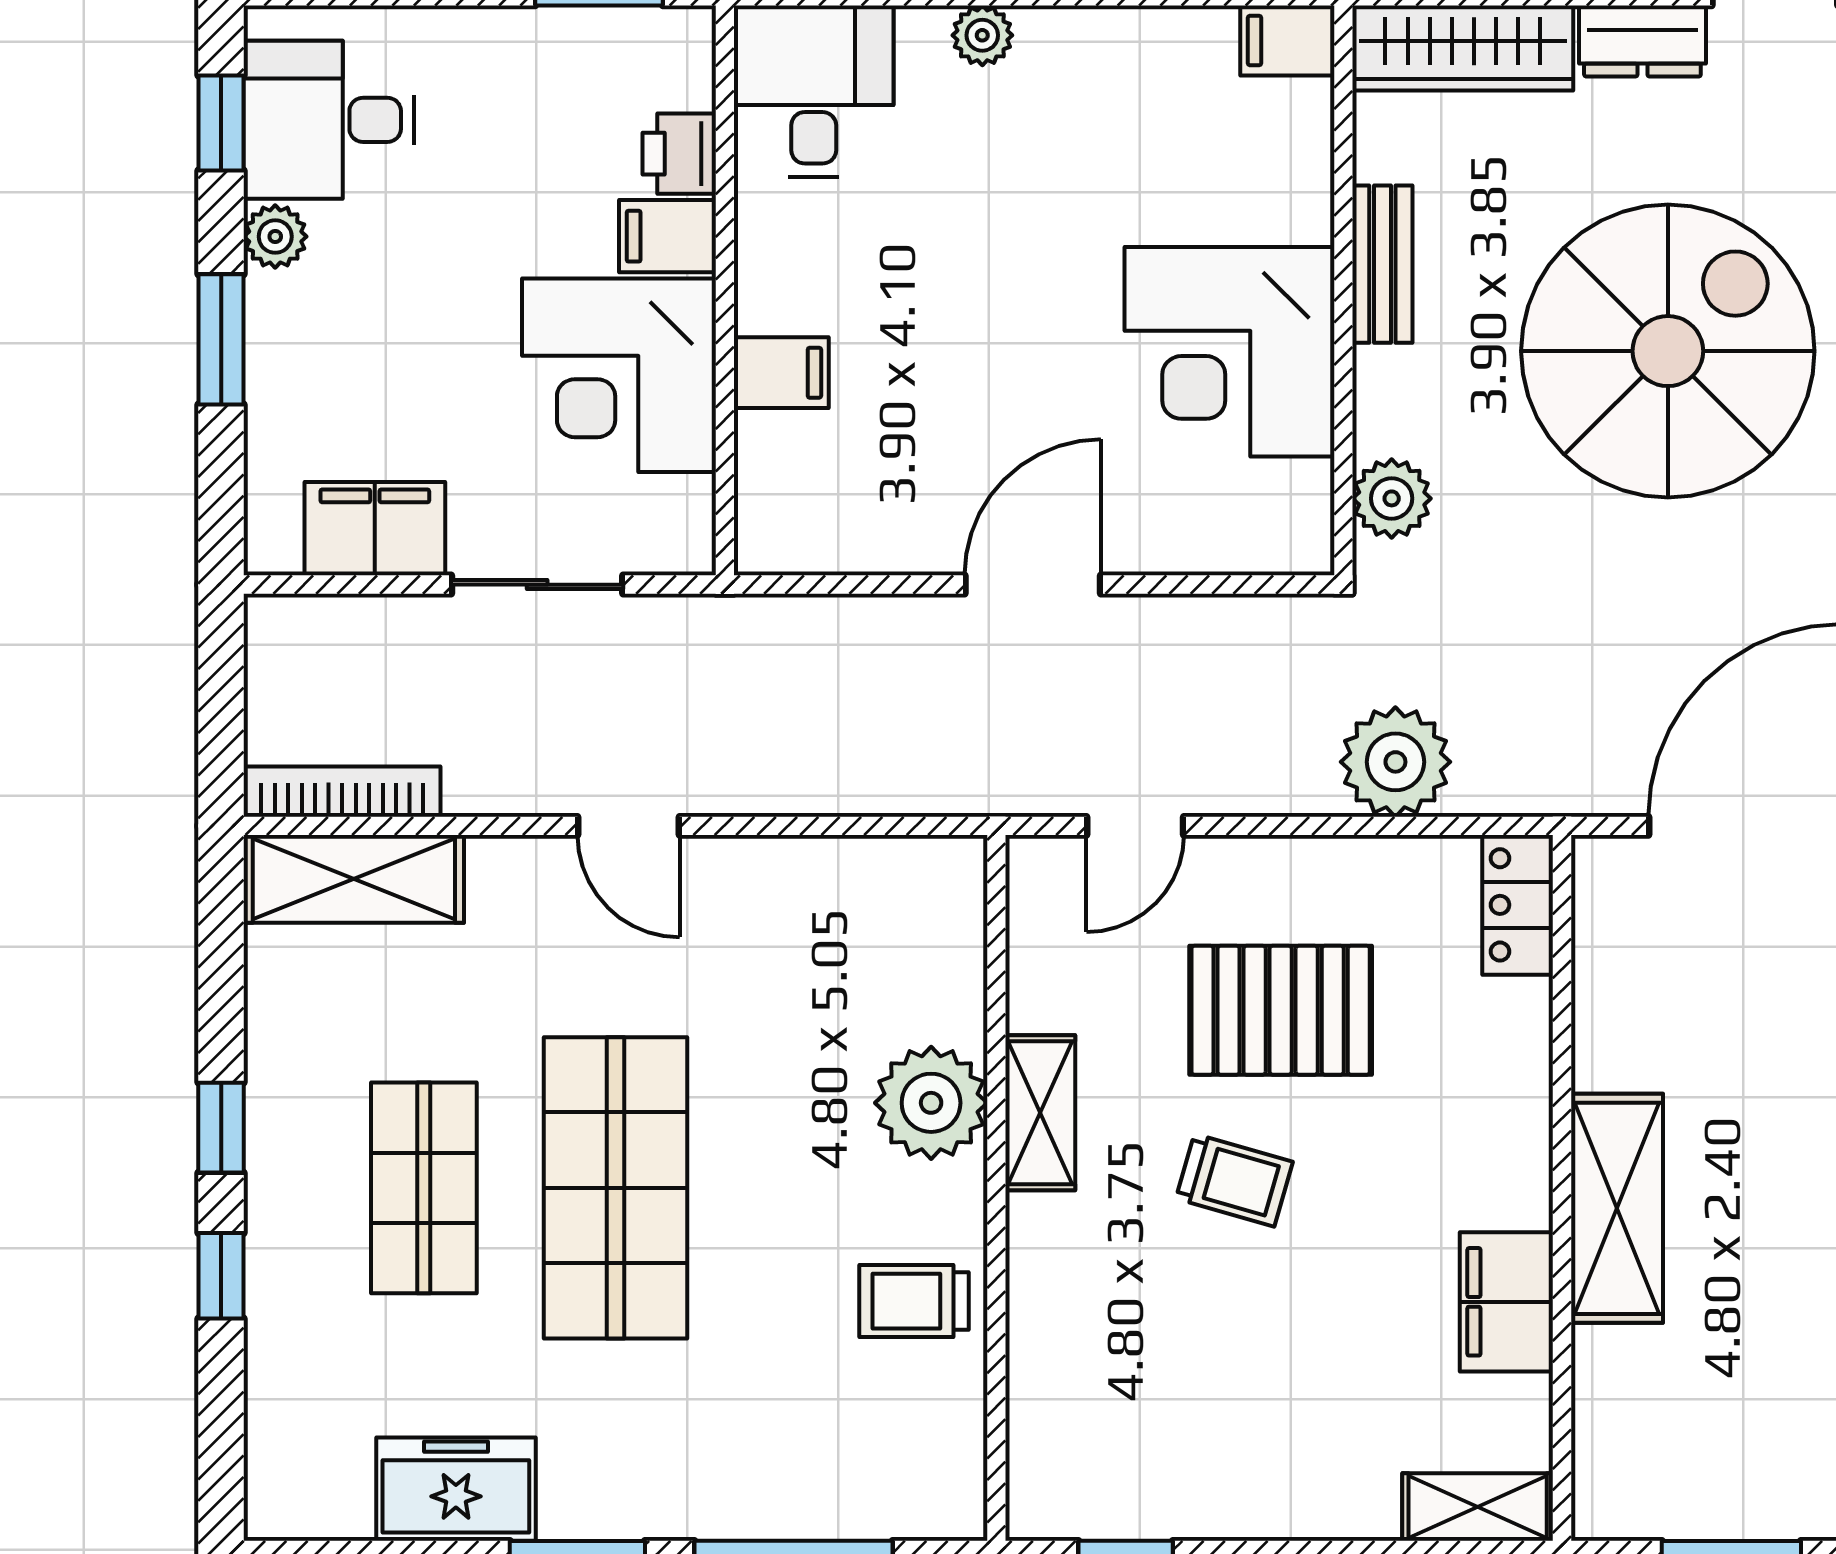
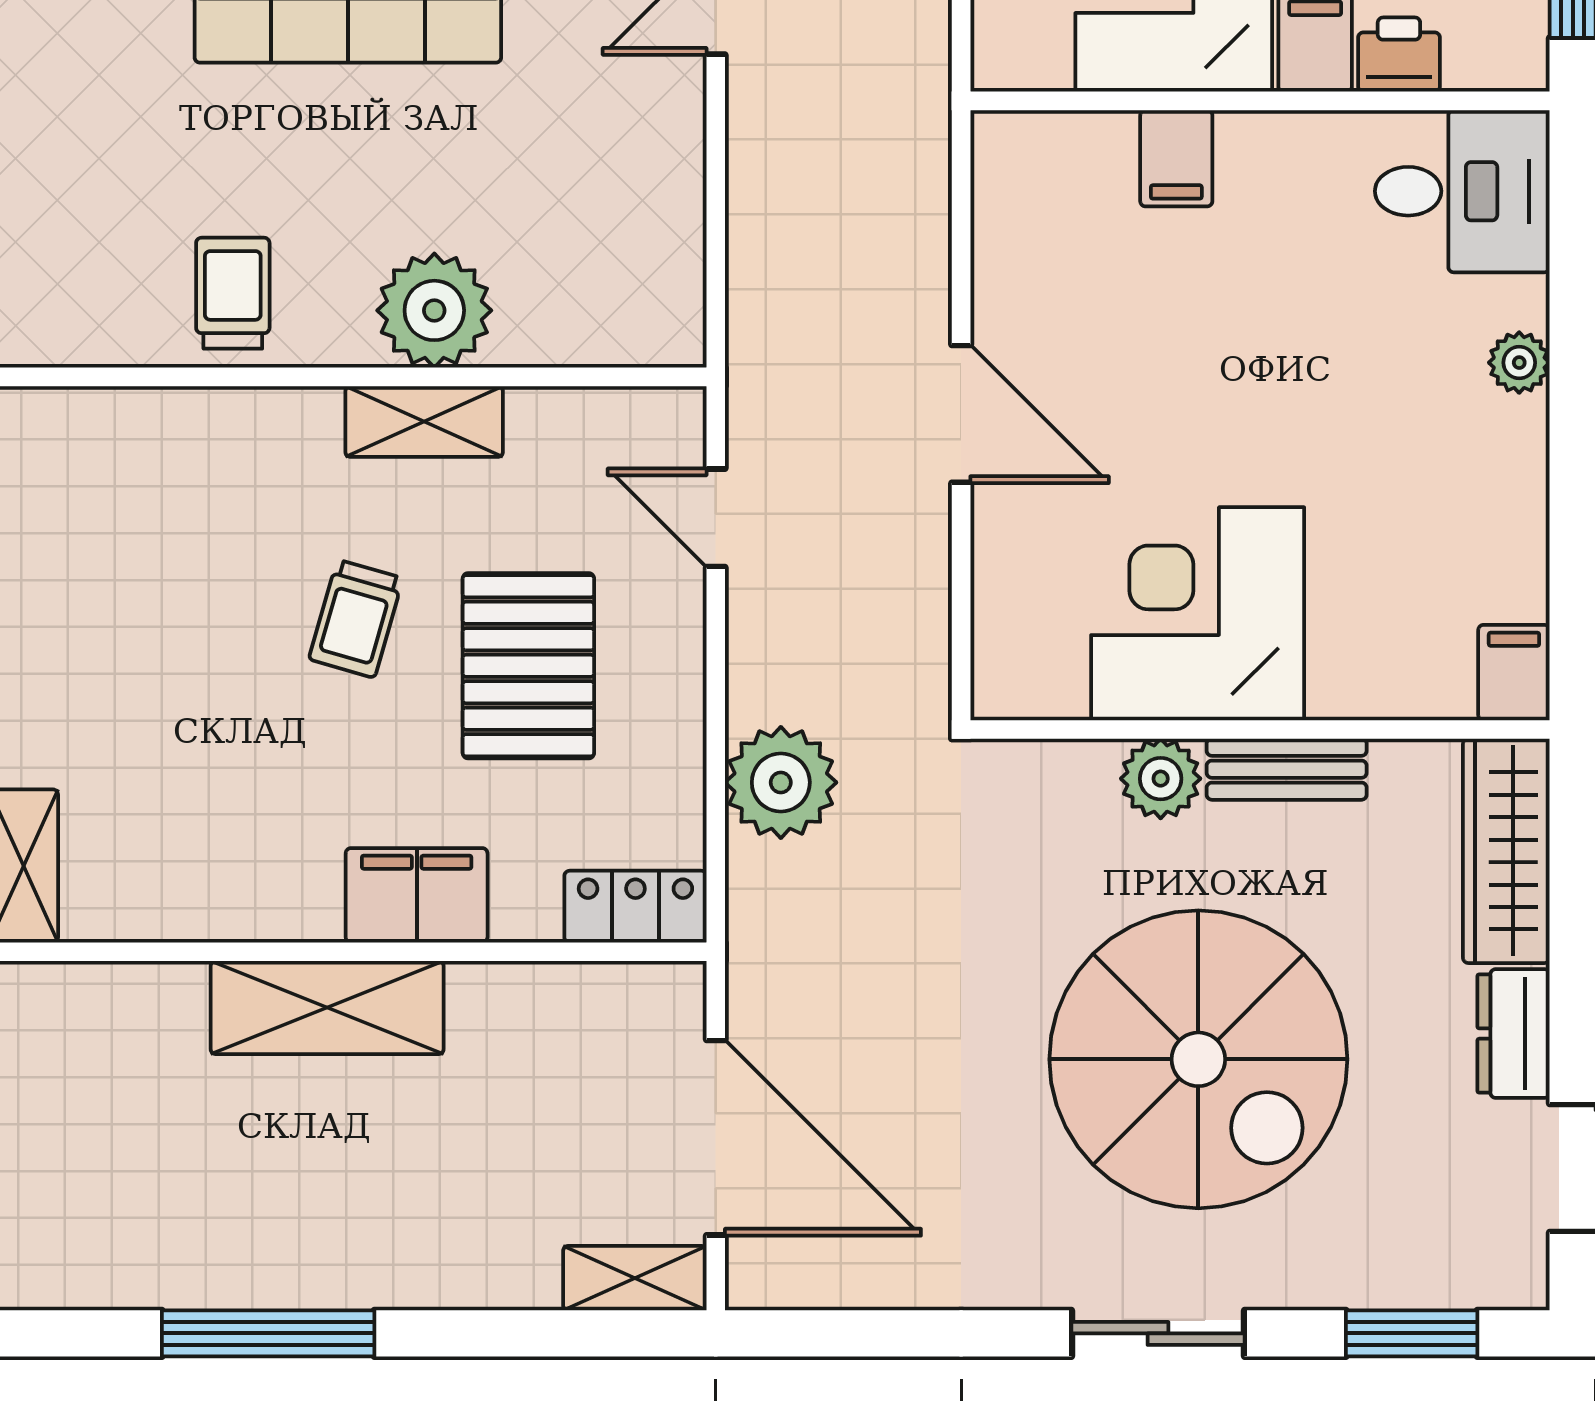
plant: (1392, 498) -> (1161, 779), moved
filing cabinet: (1506, 1302) -> (417, 895), moved

